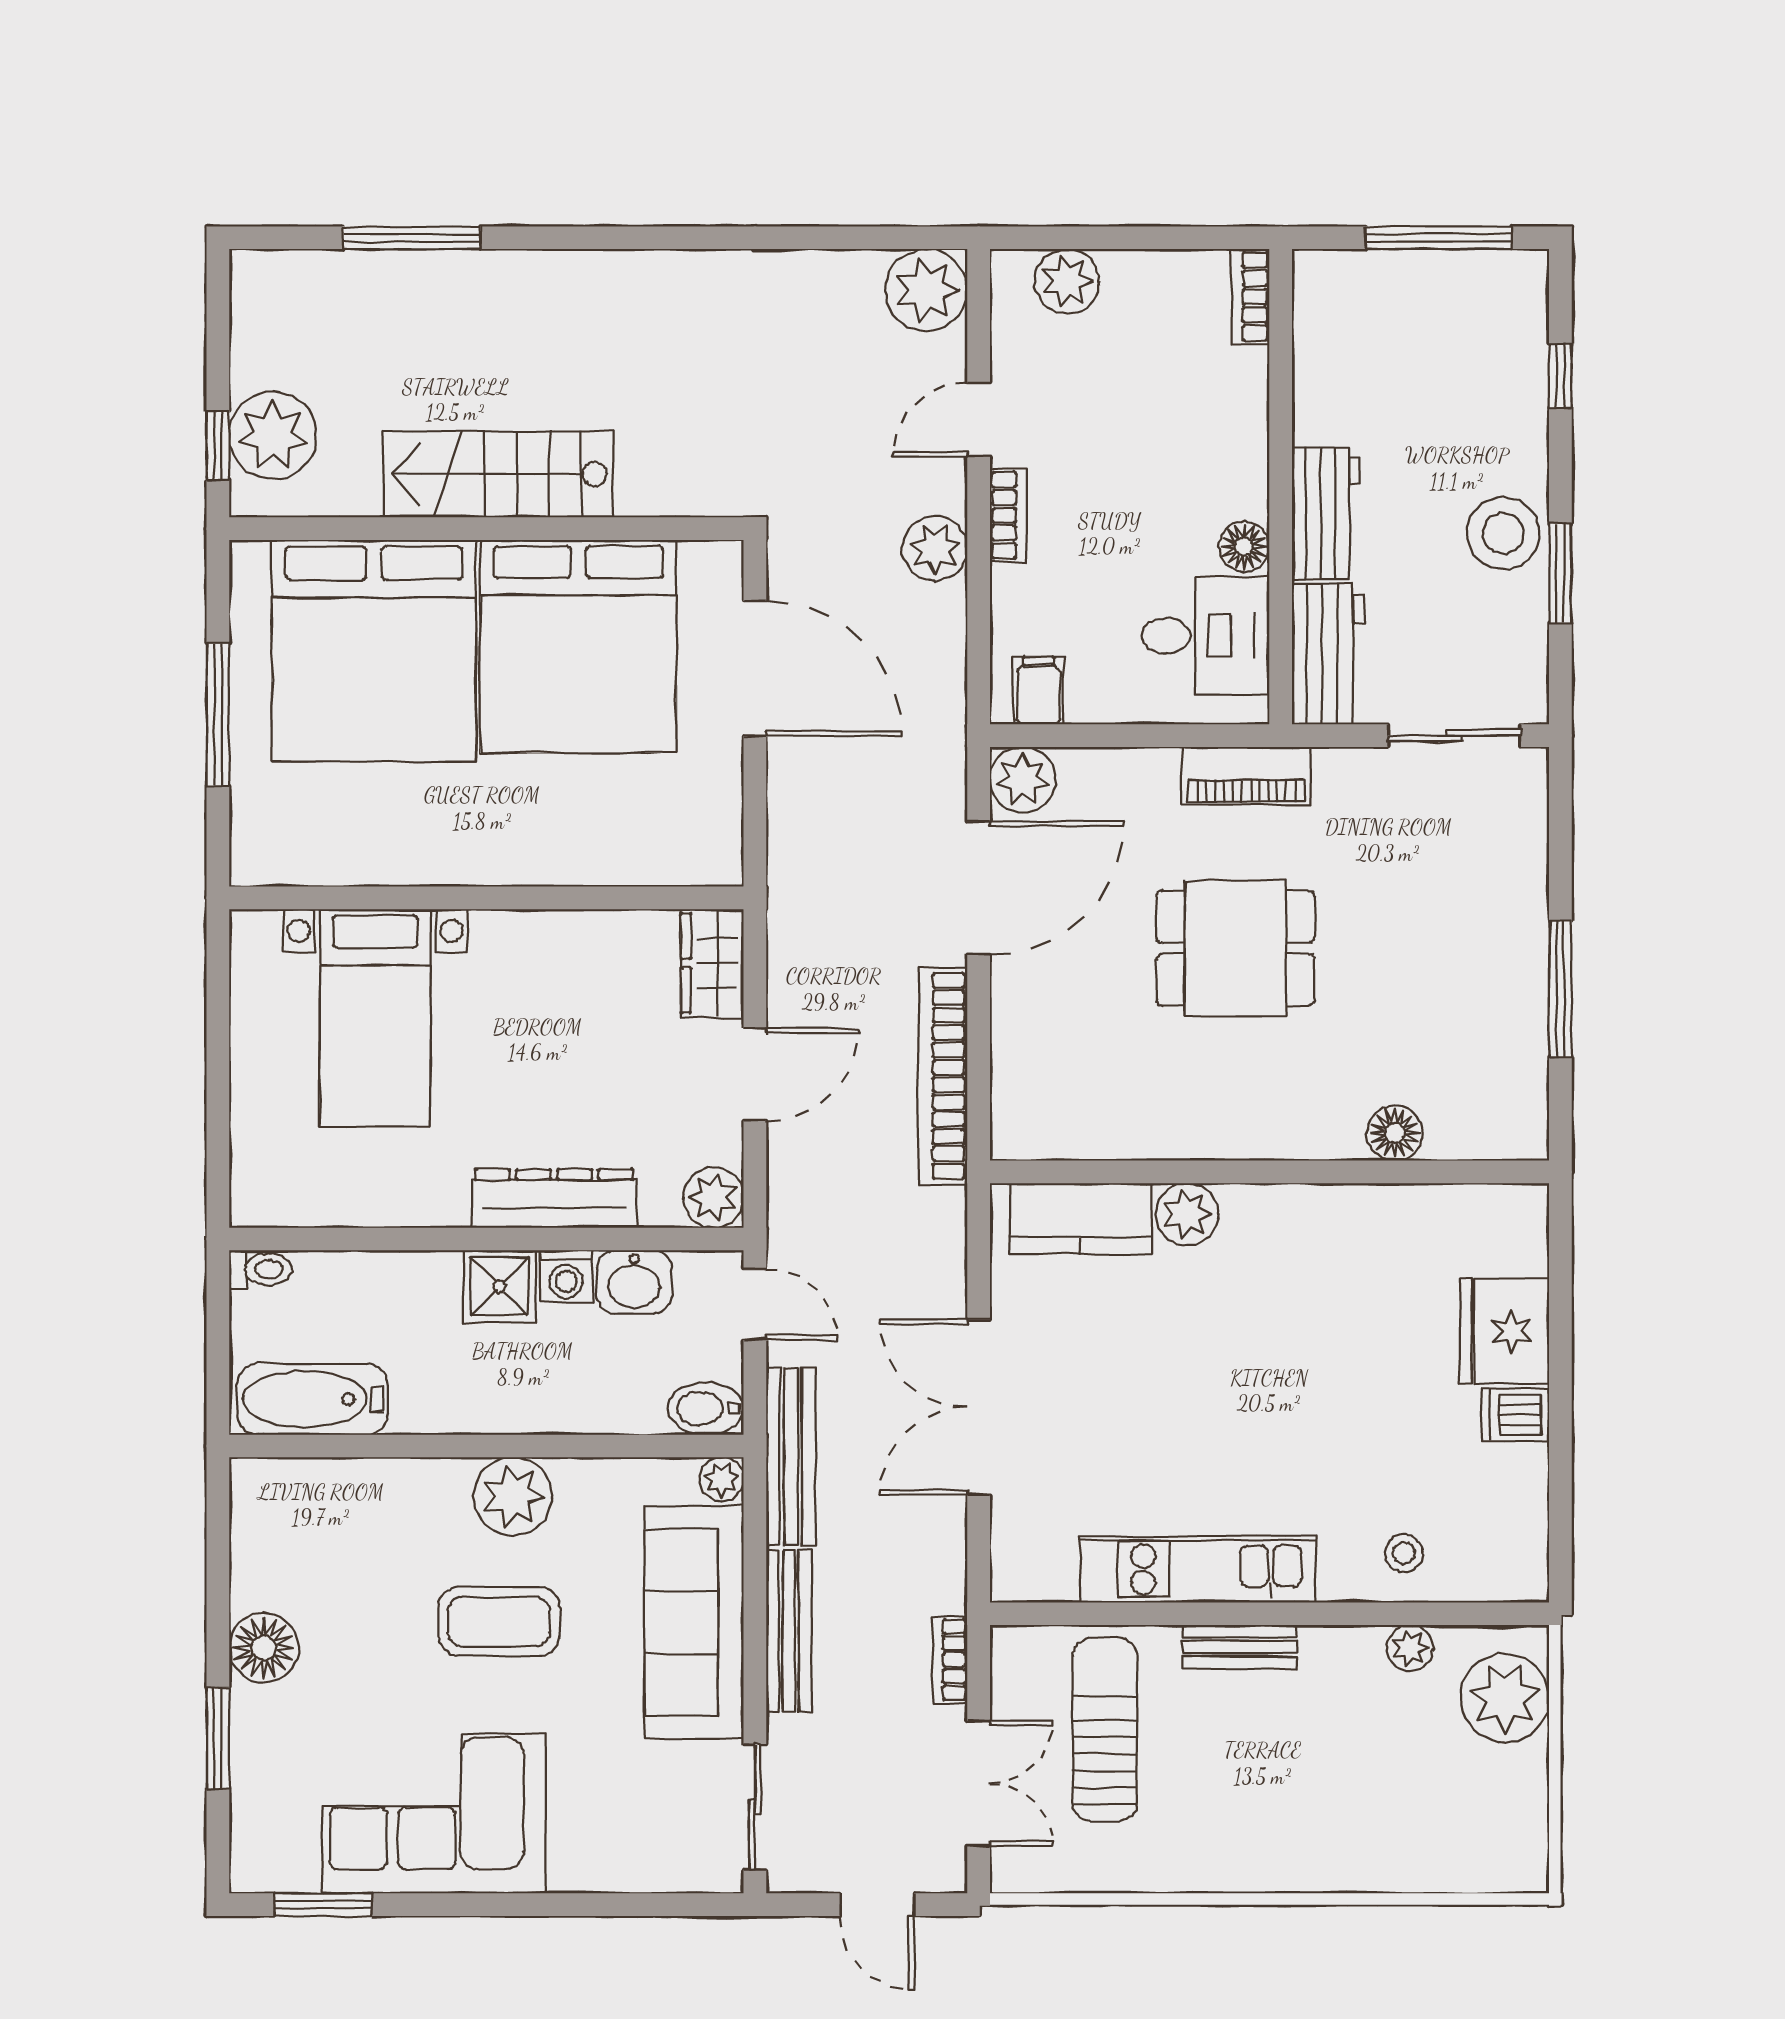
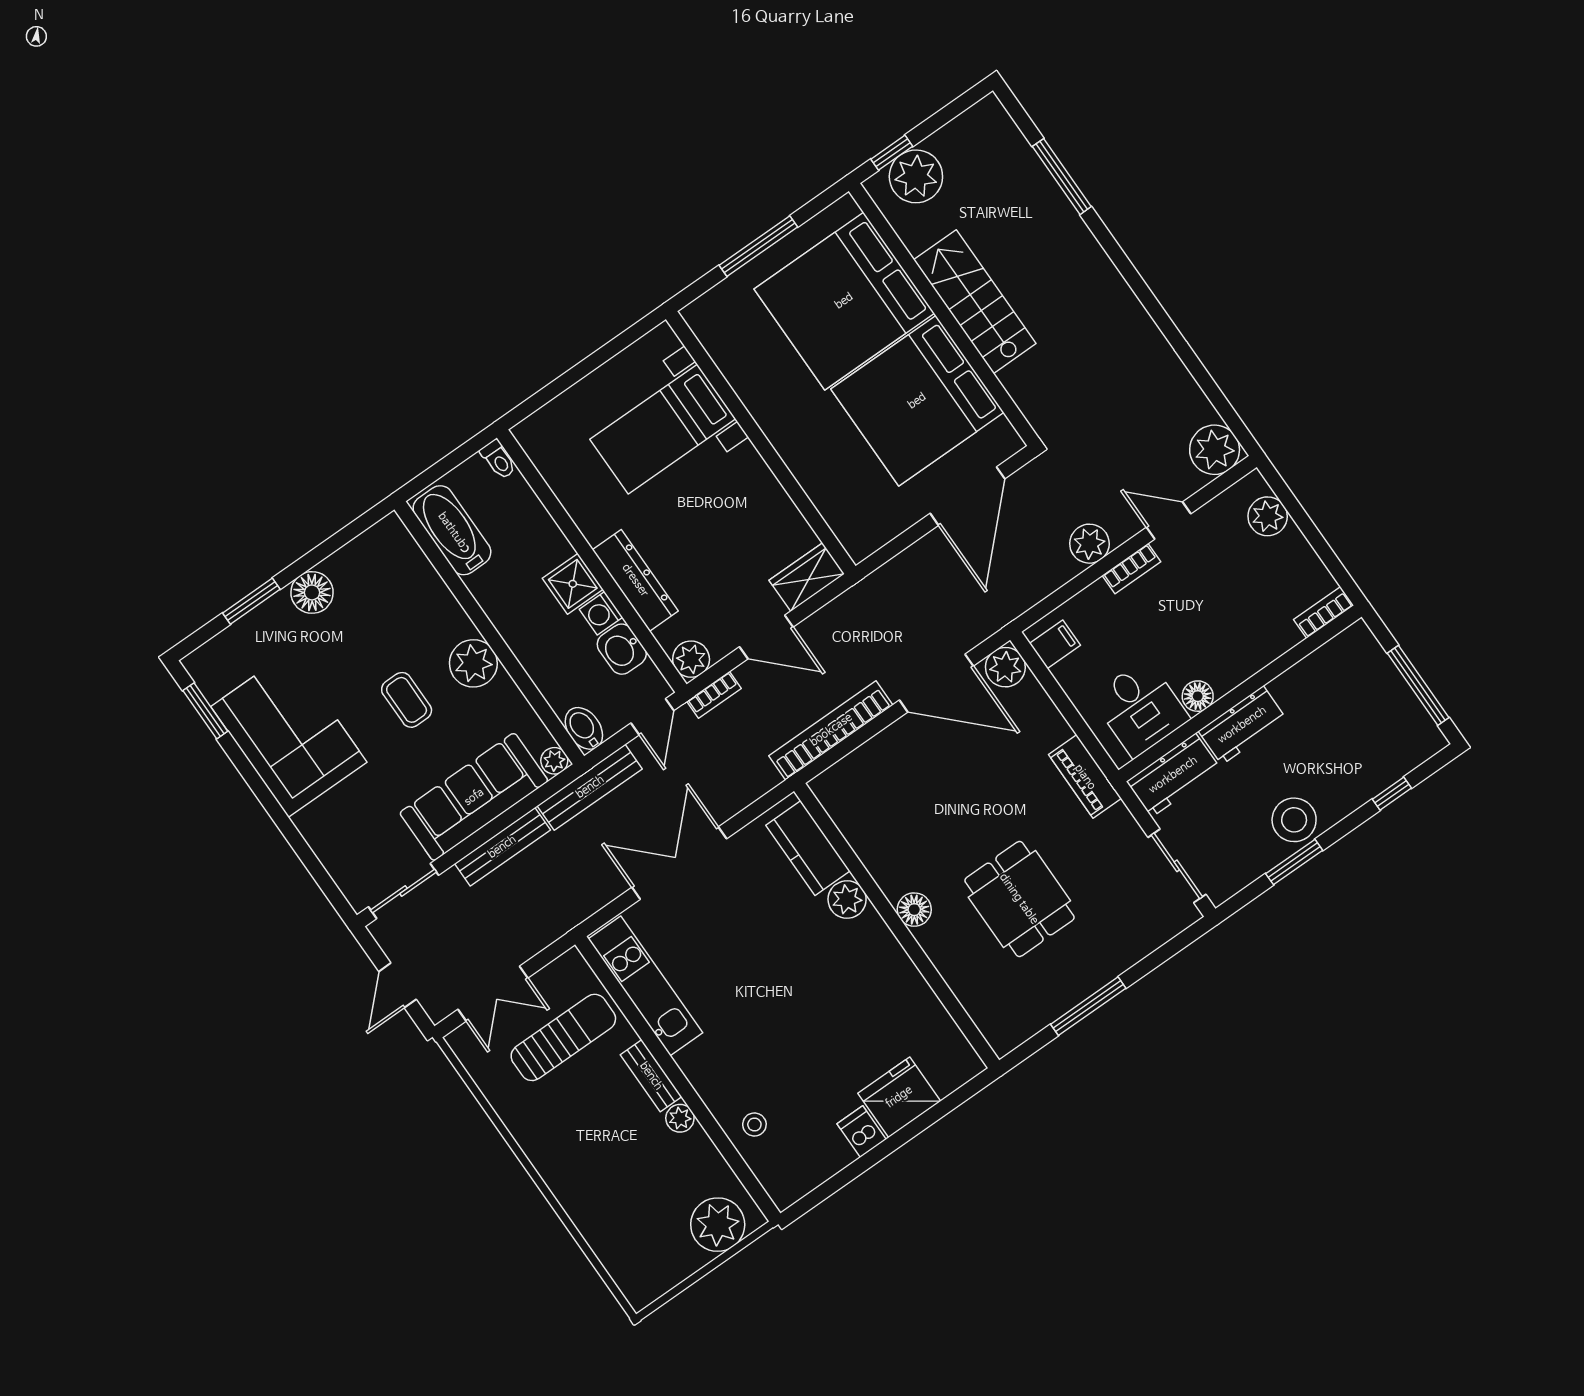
dining table: (1235, 948) -> (1019, 899), moved
floor lamp: (1395, 1133) -> (914, 910), moved
kitchen unit: (1198, 1569) -> (645, 986), moved
coffee table: (499, 1622) -> (407, 700), width x0.73, depth x0.77
plant: (1410, 1648) -> (680, 1118), moved
bookcase: (950, 1660) -> (714, 695), moved, turned 180

